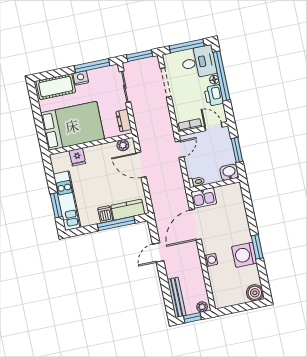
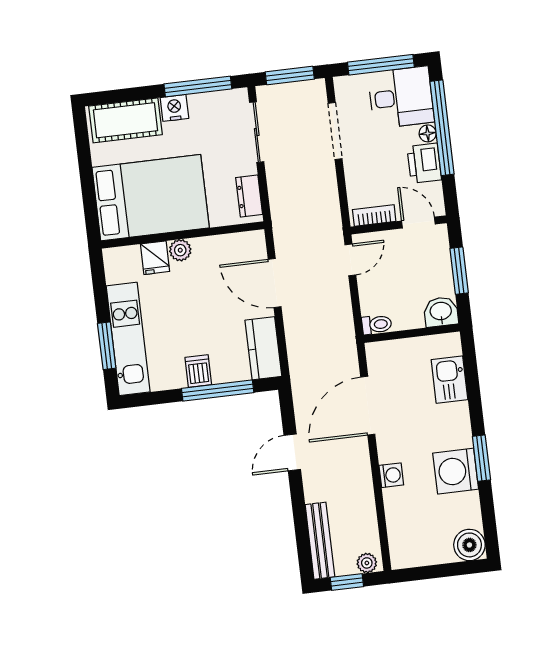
plant: (123, 145) -> (180, 250), moved
kitchen sink: (204, 198) -> (449, 380), moved, turned 90
kitchen counter: (128, 210) -> (263, 348), moved, turned -90

